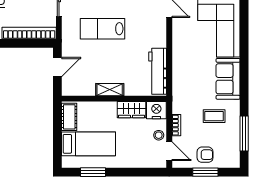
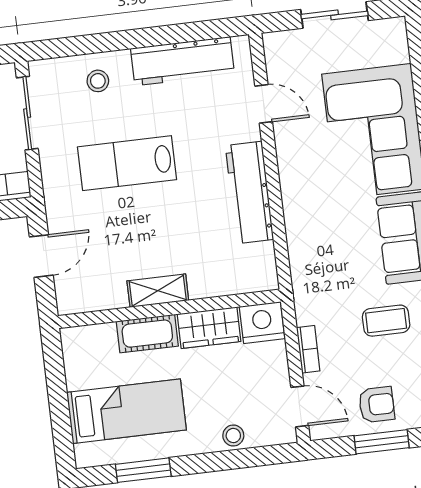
workbench: (158, 71) -> (249, 192), moved
cot: (69, 117) -> (147, 334), moved, turned 90
stool: (159, 135) -> (233, 435), moved

